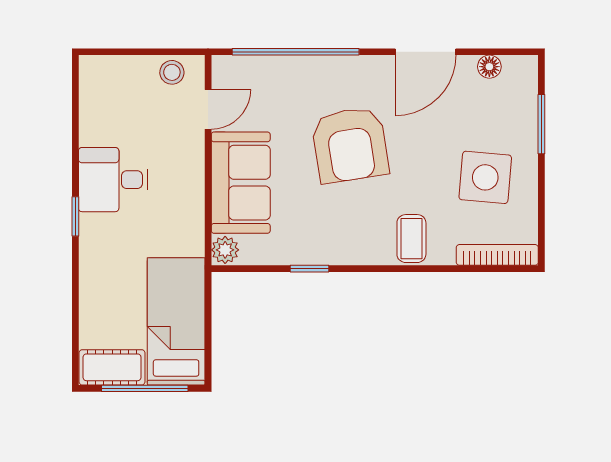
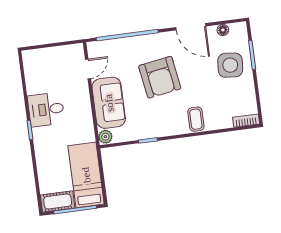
door: (426, 52) -> (191, 27), hinge flipped
stool: (172, 72) -> (68, 53), removed
side table: (485, 177) -> (230, 65), moved
bookcase: (497, 255) -> (246, 121), width x0.64

